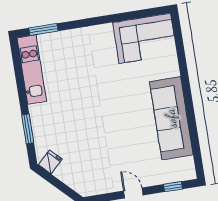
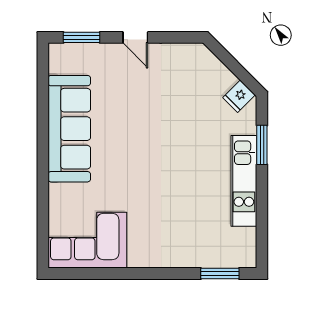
kitchen unit: (32, 70) -> (244, 181), moved
window: (173, 187) -> (82, 37), width x1.50

